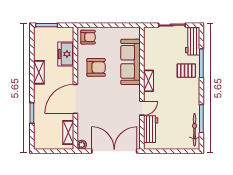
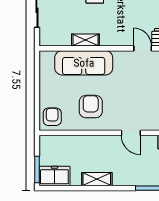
freezer: (66, 54) -> (54, 176), moved, turned 180
shelving: (148, 81) -> (85, 40), moved
door: (75, 99) -> (131, 133), width x0.53

